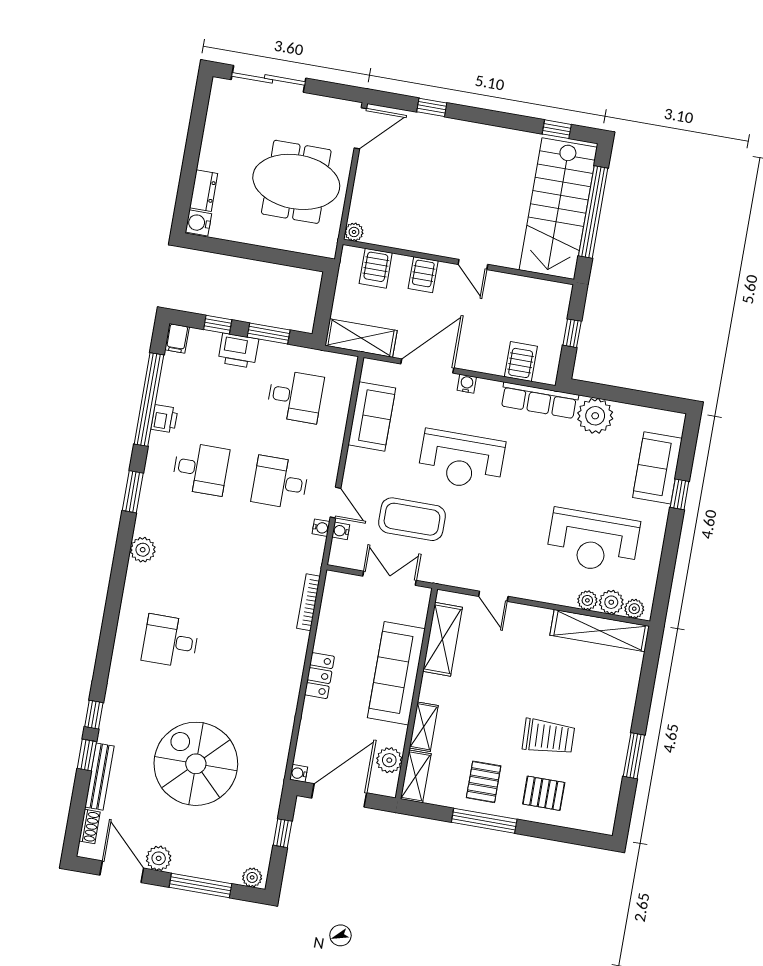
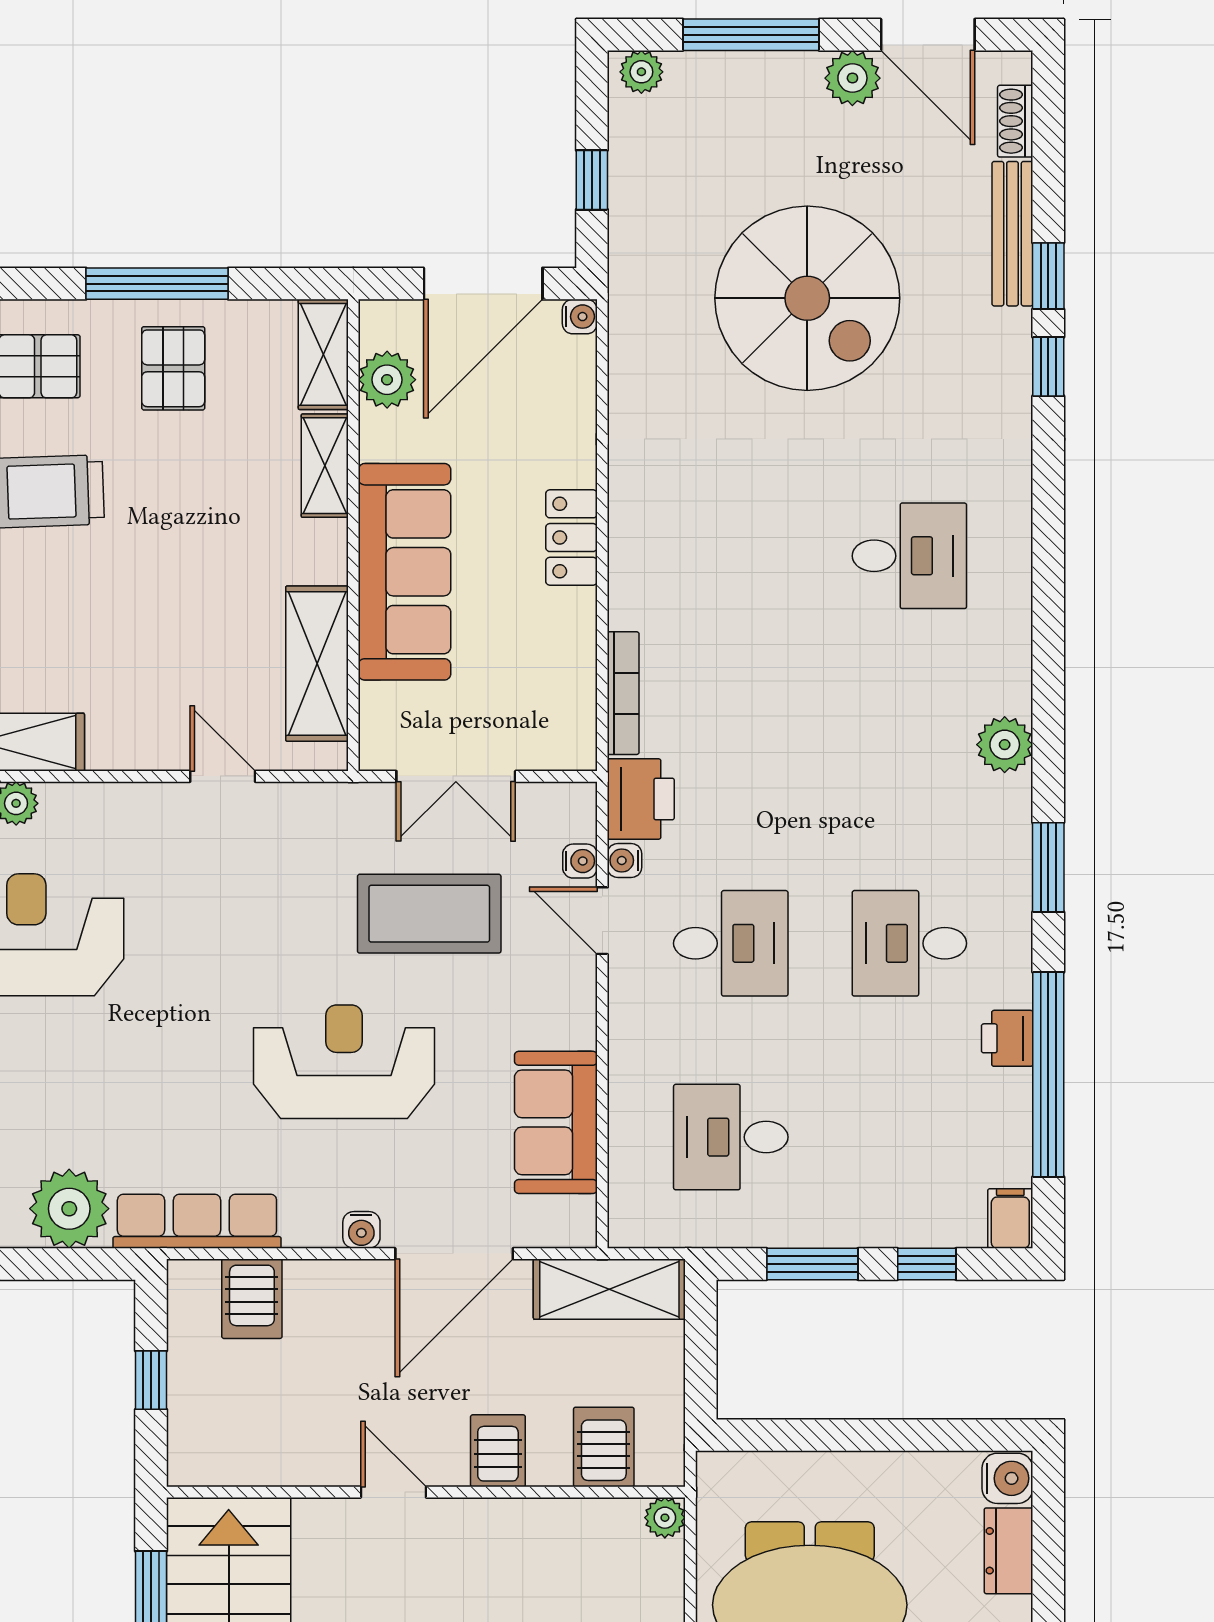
printer: (238, 351) -> (641, 799), moved, turned 90

